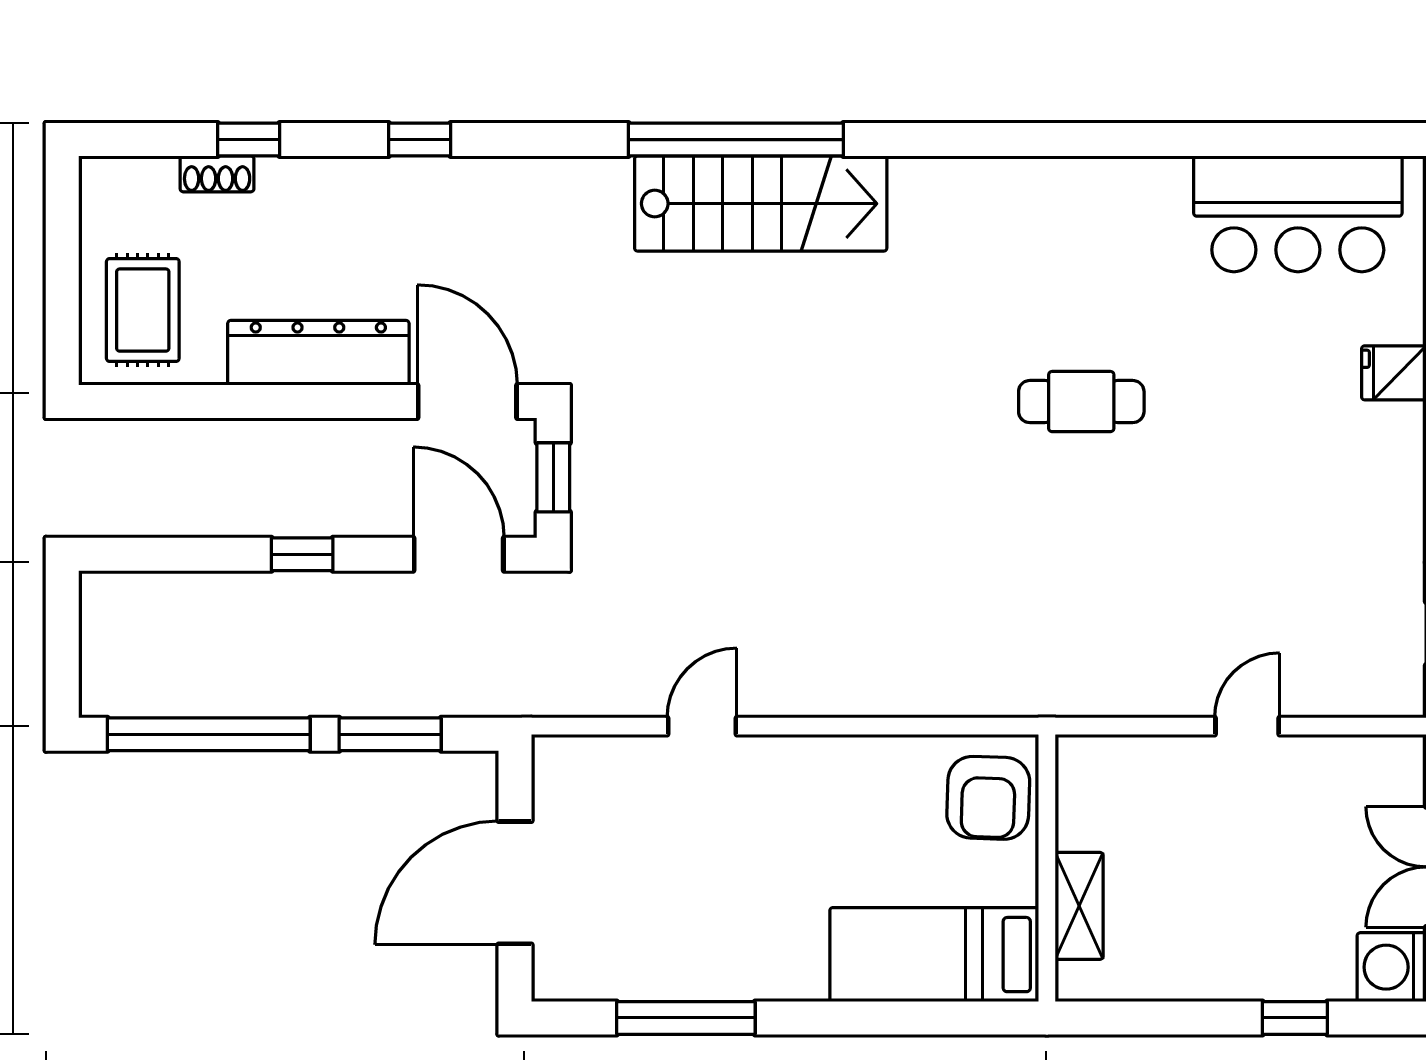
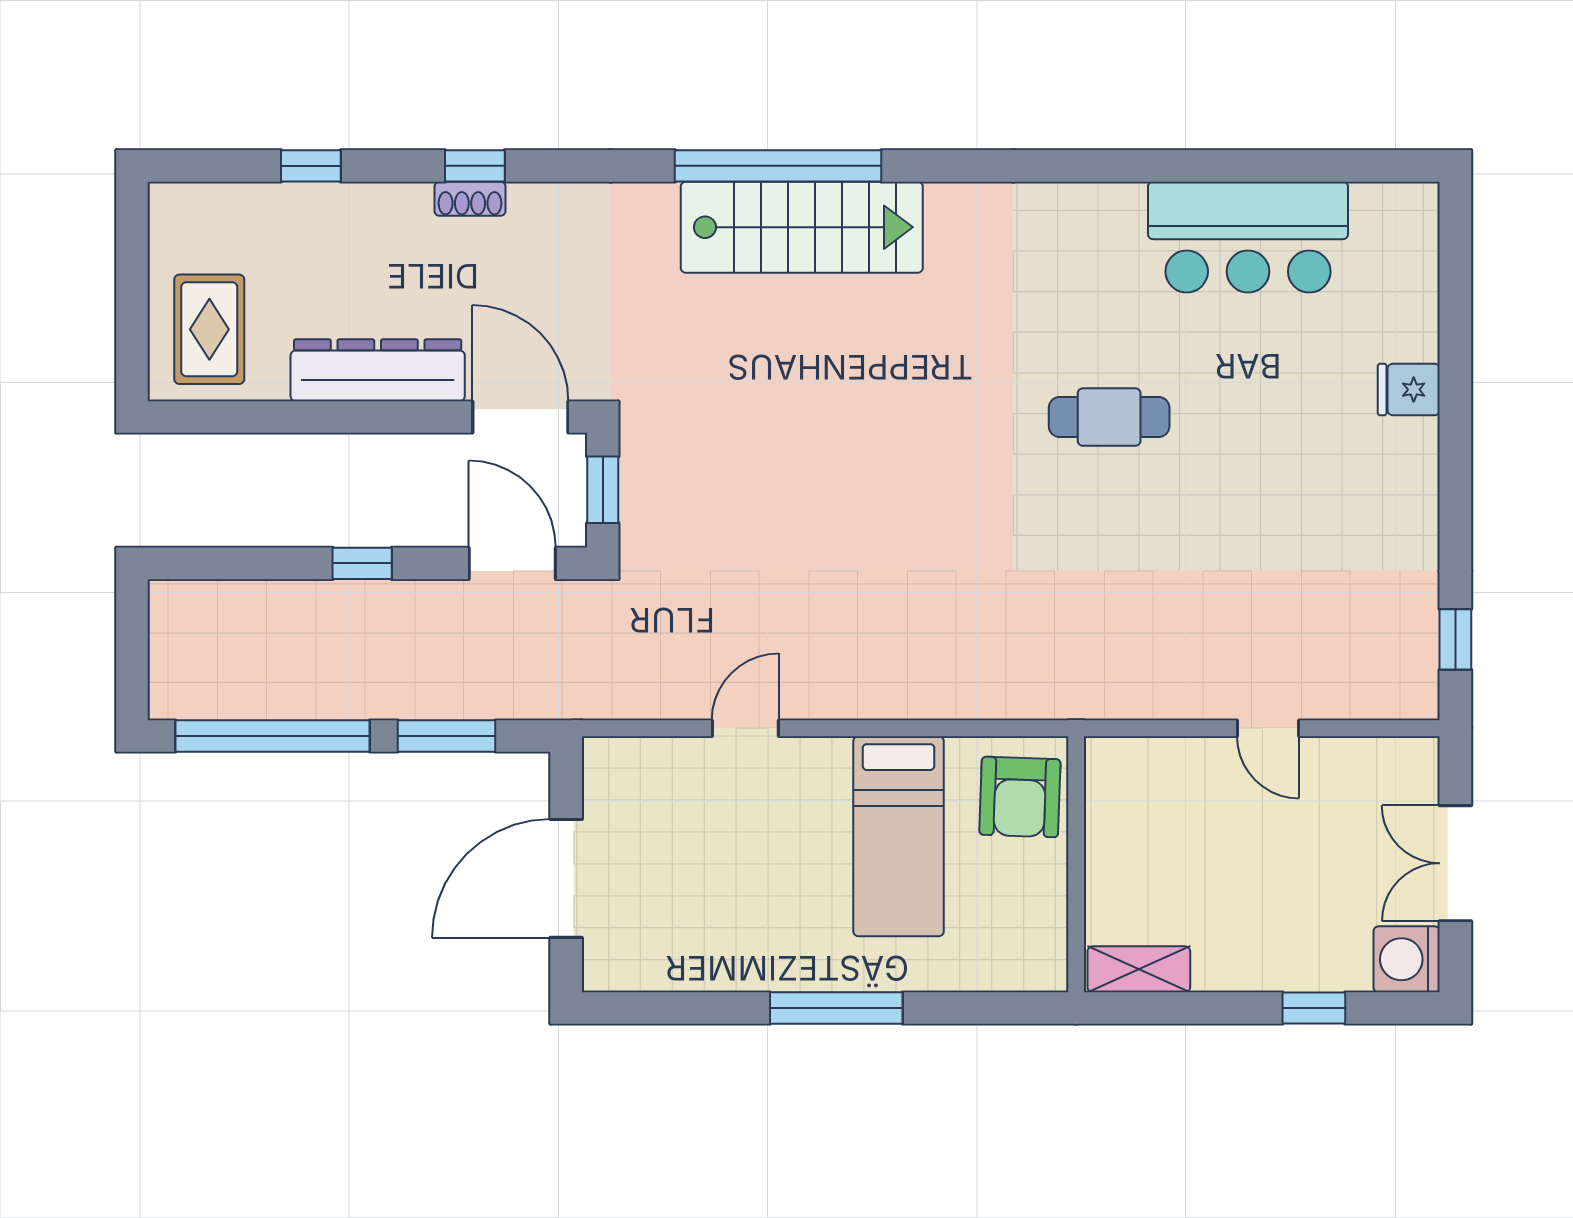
shoe rack: (217, 174) -> (470, 199), moved
bar counter: (1298, 214) -> (1248, 237), moved
door: (1247, 726) -> (1268, 728), swing flipped
shelving: (1079, 906) -> (1139, 969), moved, turned 90
bed: (934, 955) -> (899, 836), moved, turned -90
window: (686, 1018) -> (836, 1008), moved

